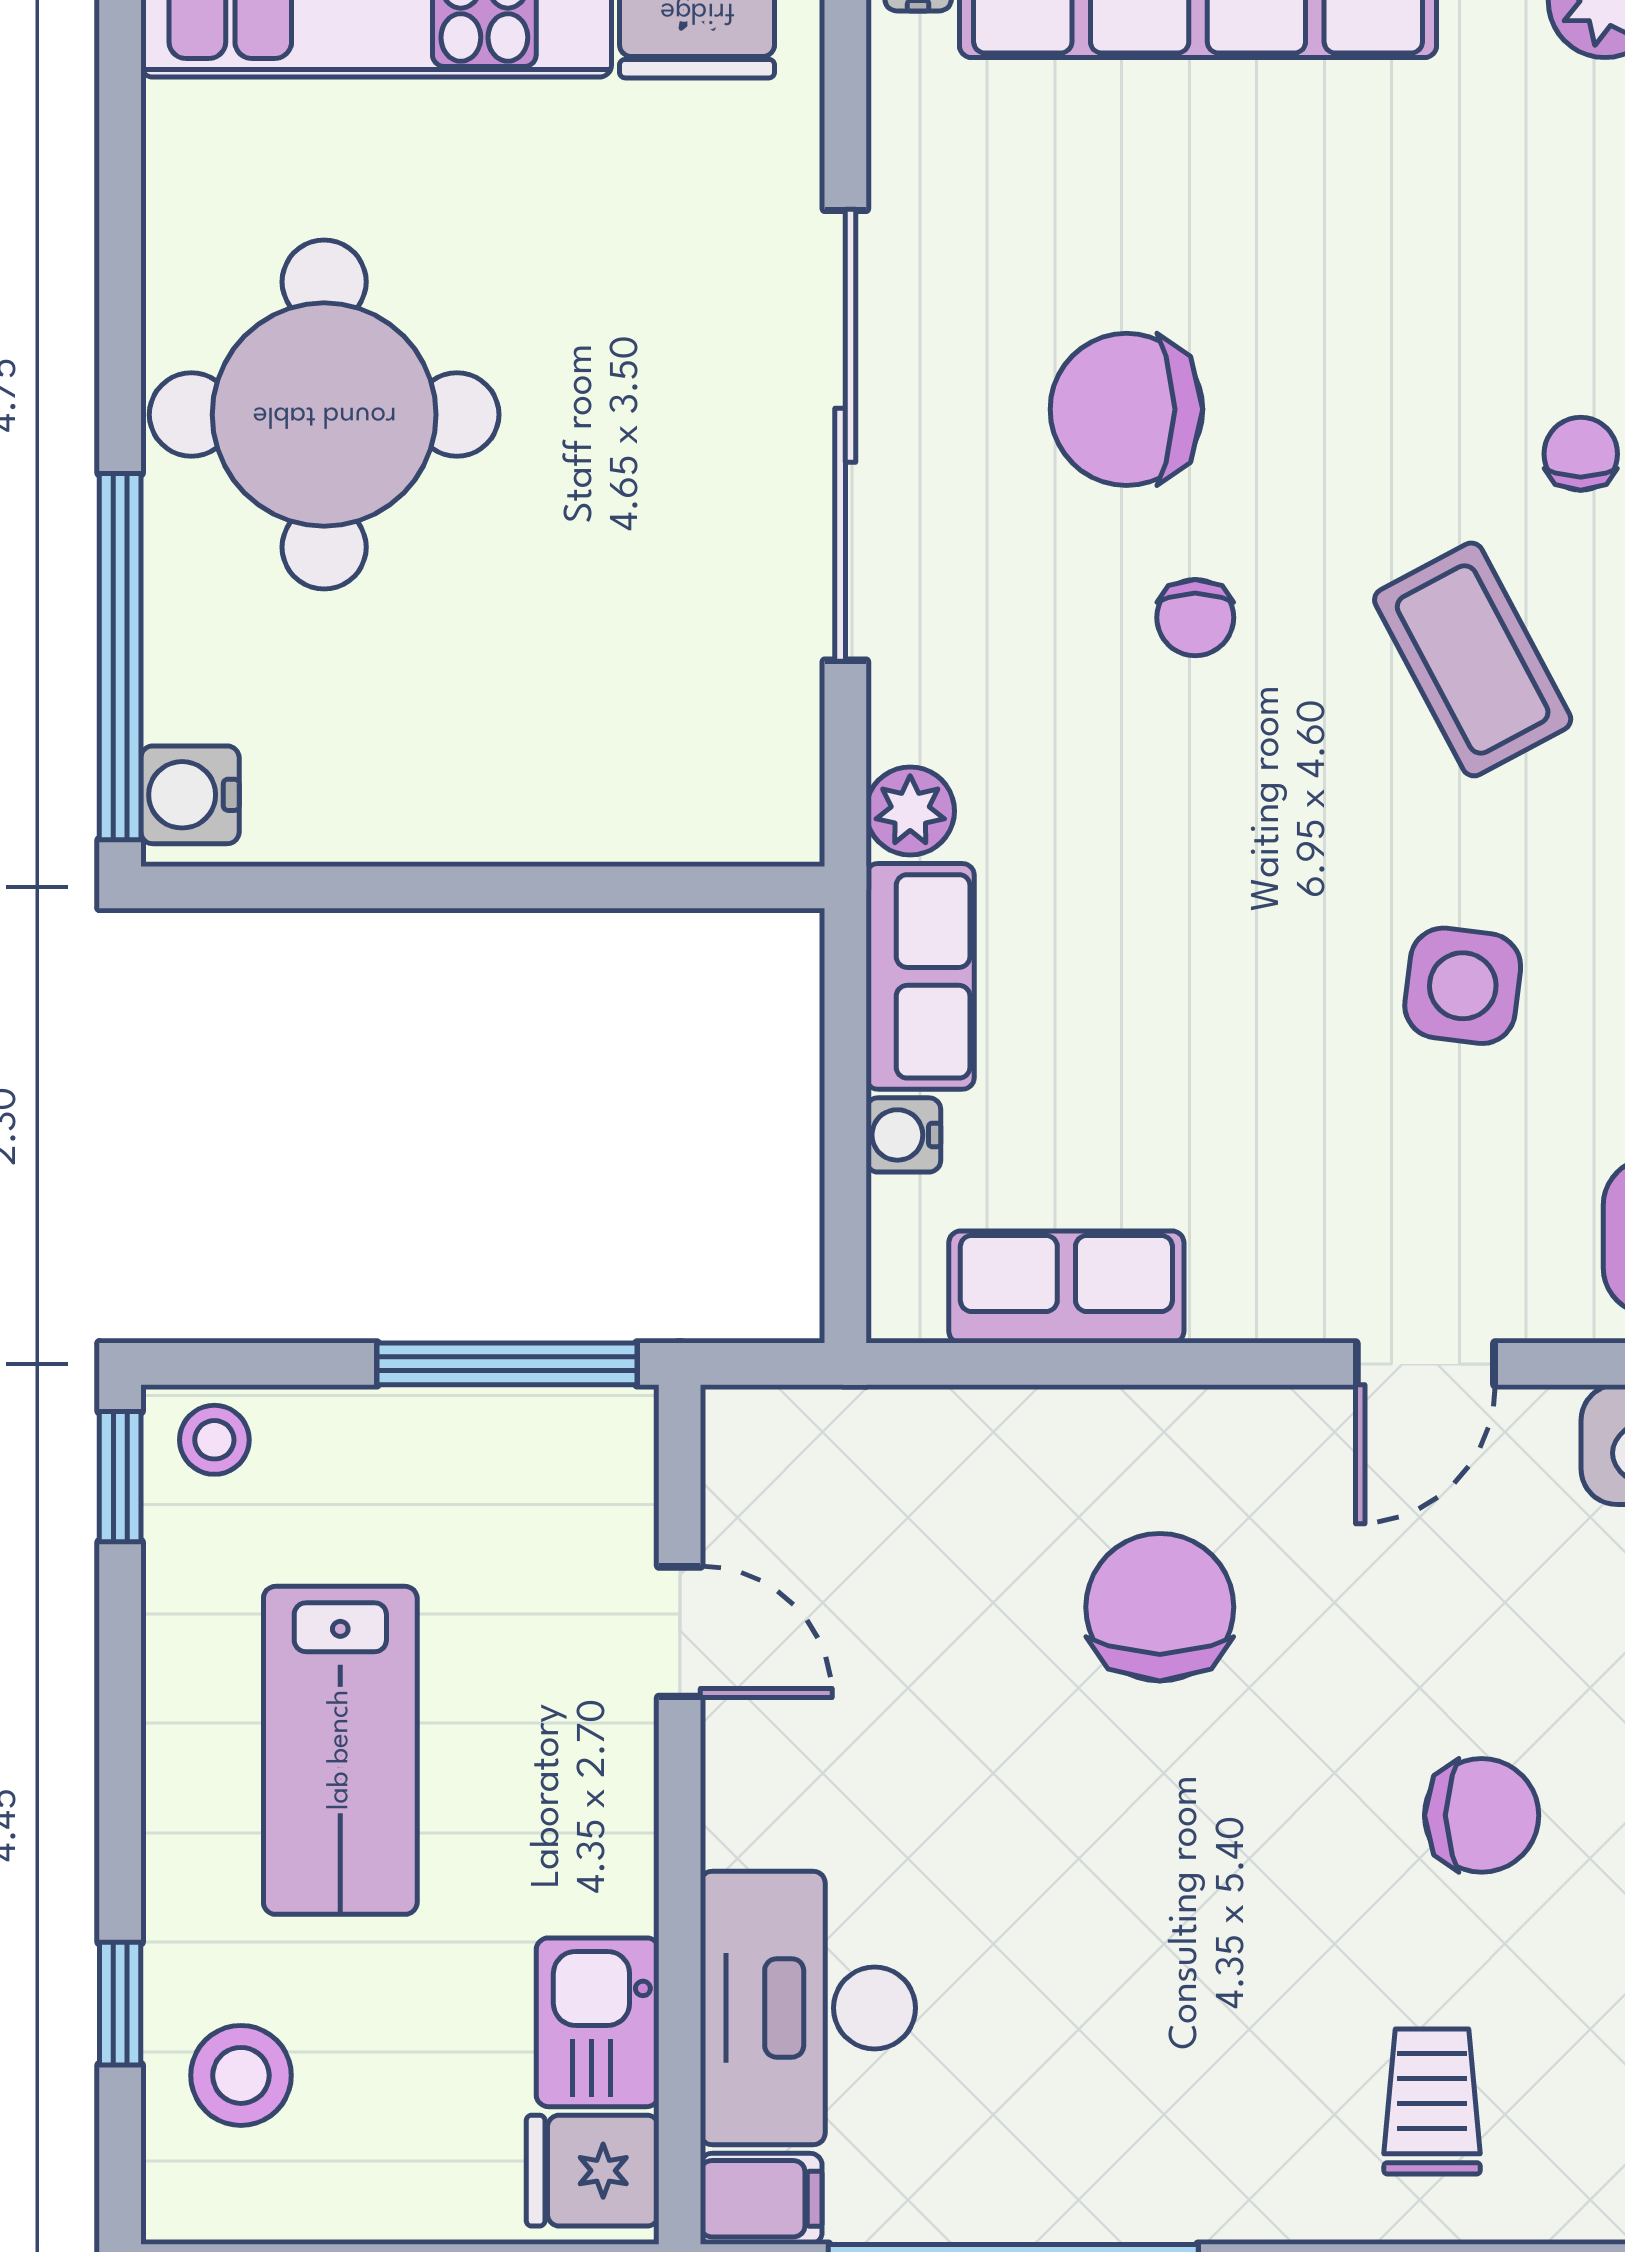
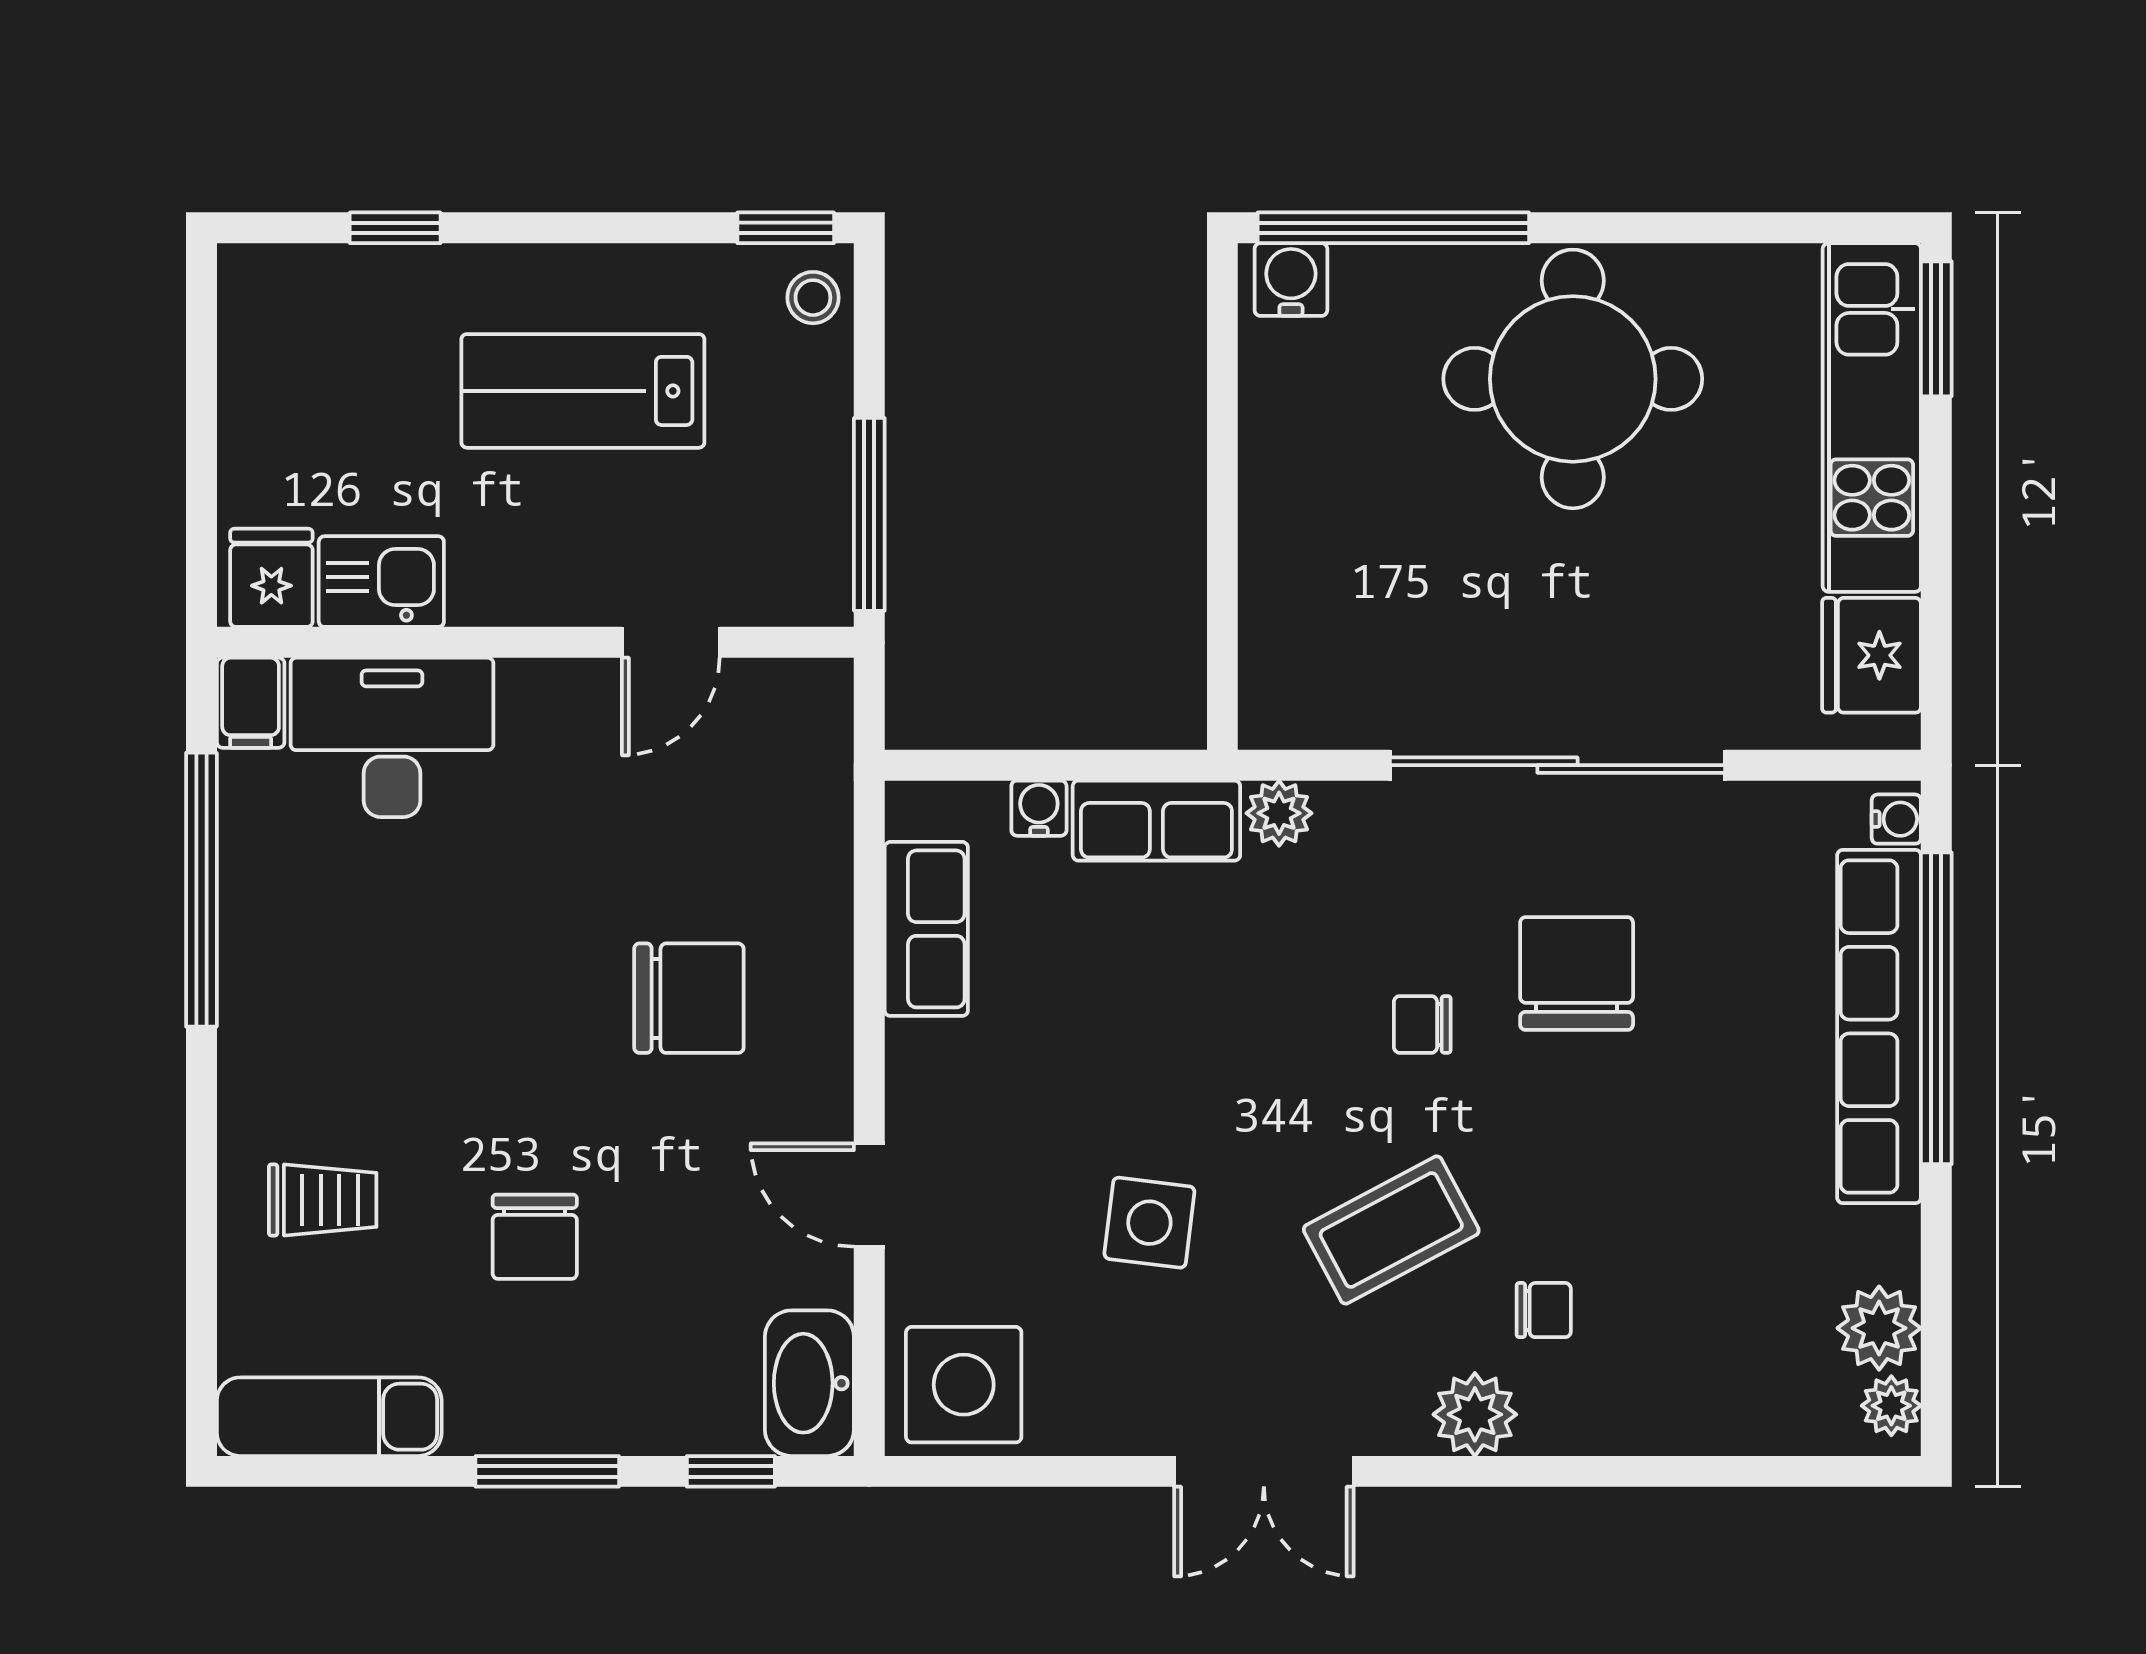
stool: (241, 2075) -> (342, 317), removed

